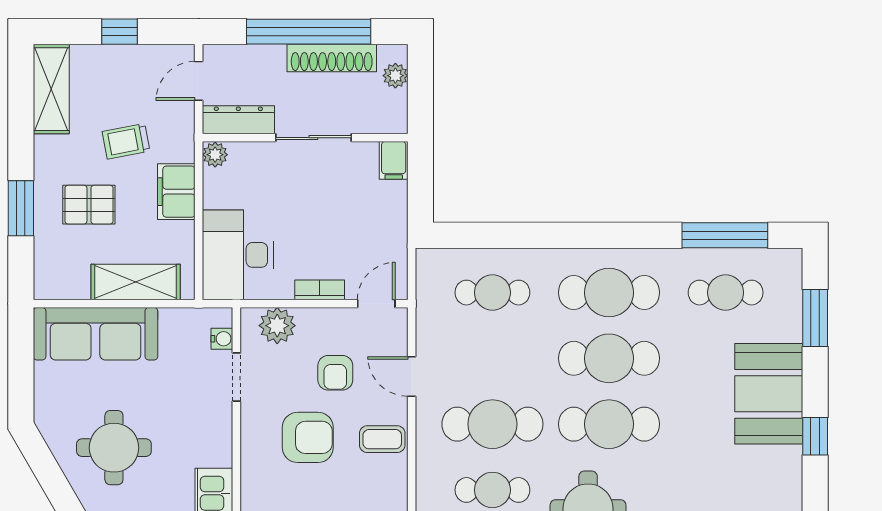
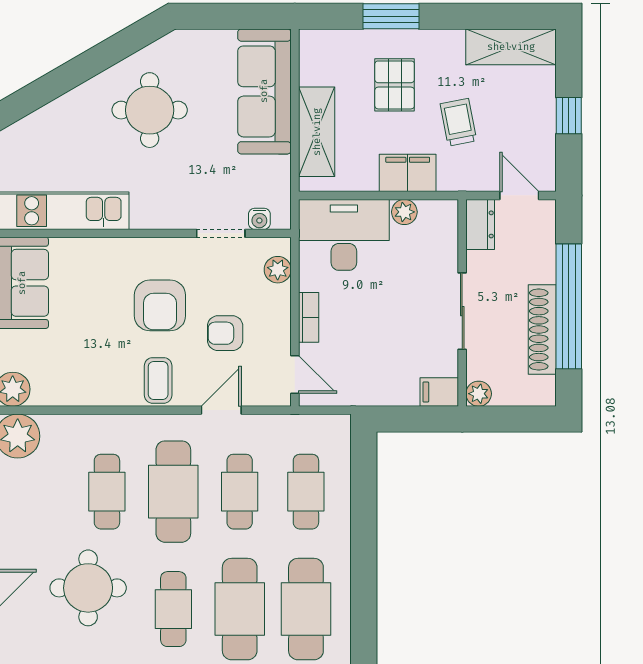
plant: (395, 76) -> (479, 394), moved
dresser: (238, 120) -> (480, 224), width x0.70
plant: (215, 155) -> (404, 212), moved
plant: (277, 326) -> (278, 270), width x0.73, depth x0.73
cafe table: (492, 358) -> (240, 492), added
cafe table: (609, 424) -> (173, 609), width x0.73, depth x0.74

